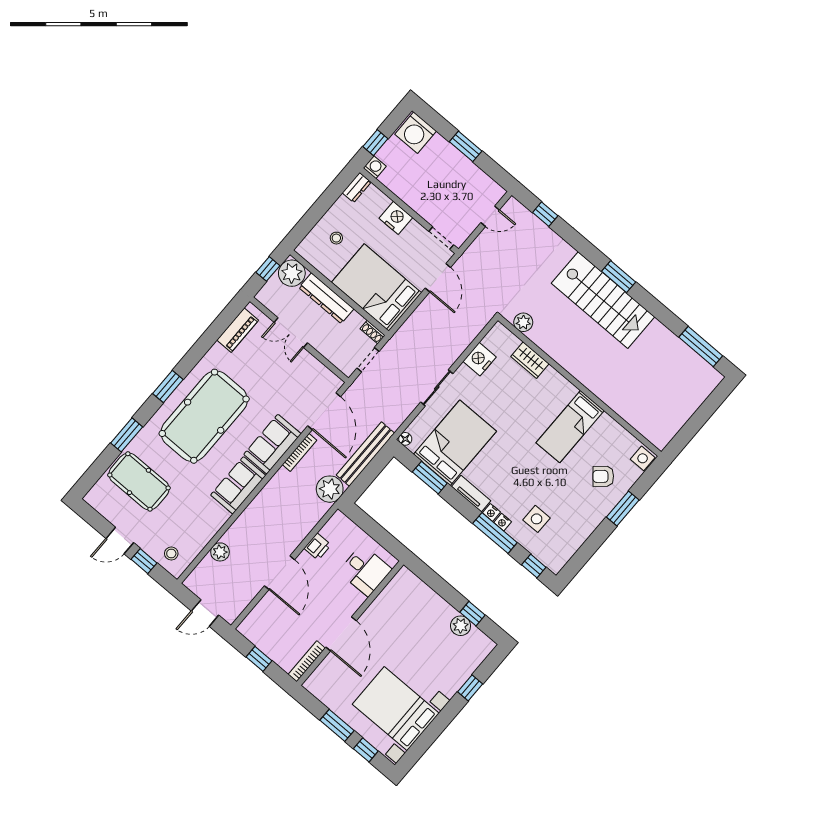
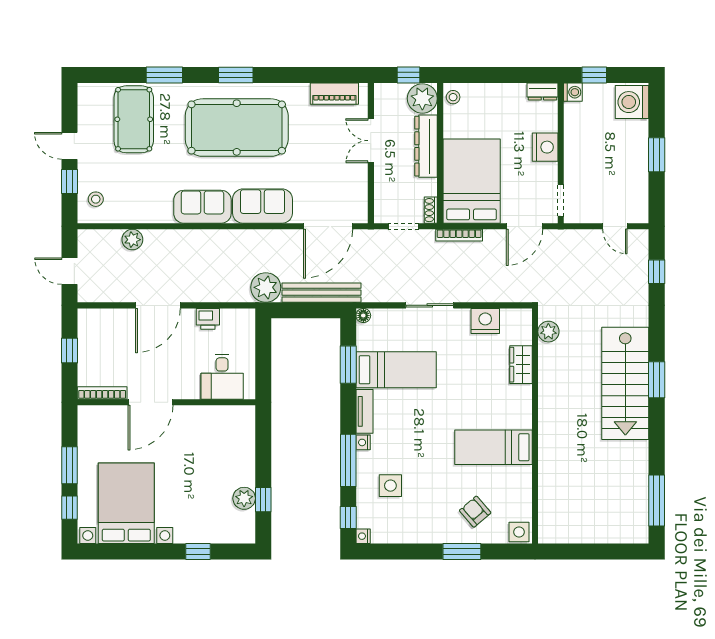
stool: (336, 238) -> (453, 97), moved
bed: (455, 443) -> (396, 370), width x0.67
bookcase: (300, 452) -> (459, 235), moved
nightstand: (503, 522) -> (363, 536), moved

